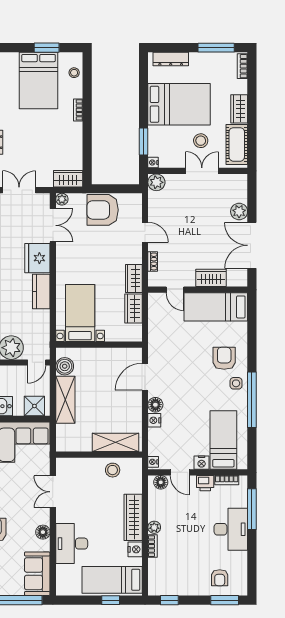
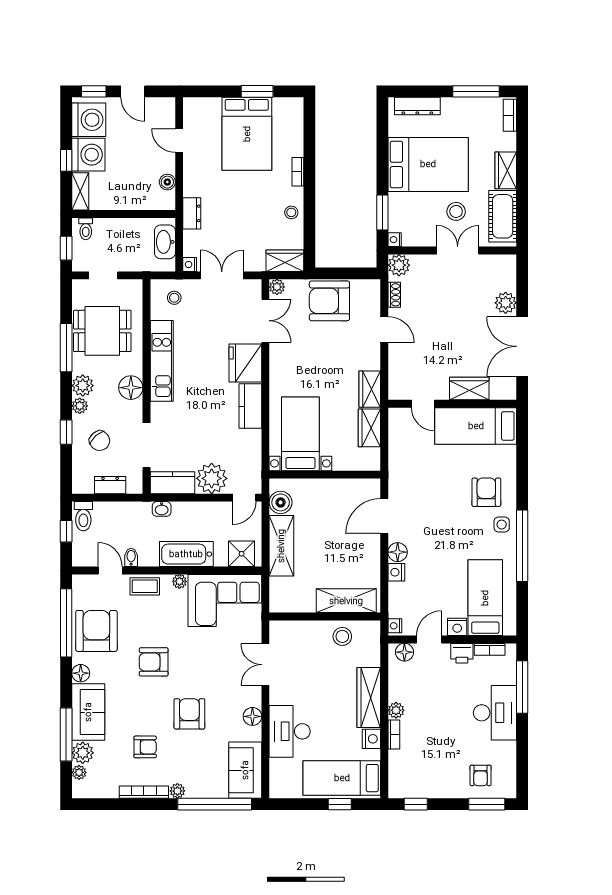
stool: (74, 73) -> (291, 212), moved
shoe rack: (153, 261) -> (394, 295), moved
door: (180, 472) -> (429, 639), swing flipped

